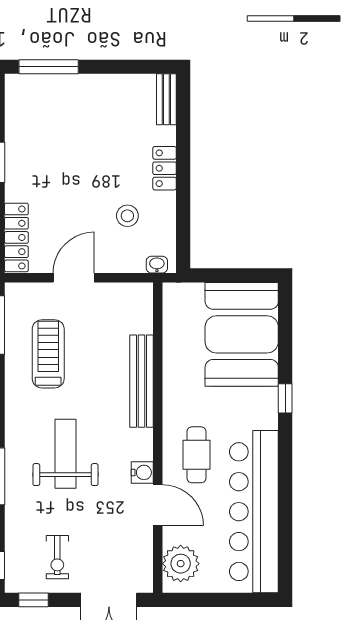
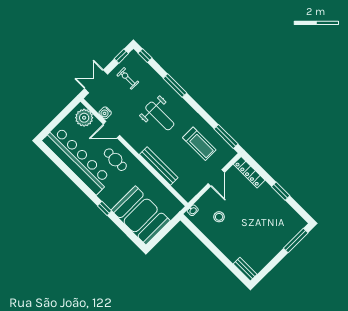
locker: (165, 168) -> (223, 245), removed
water cooler: (142, 472) -> (105, 113), moved

